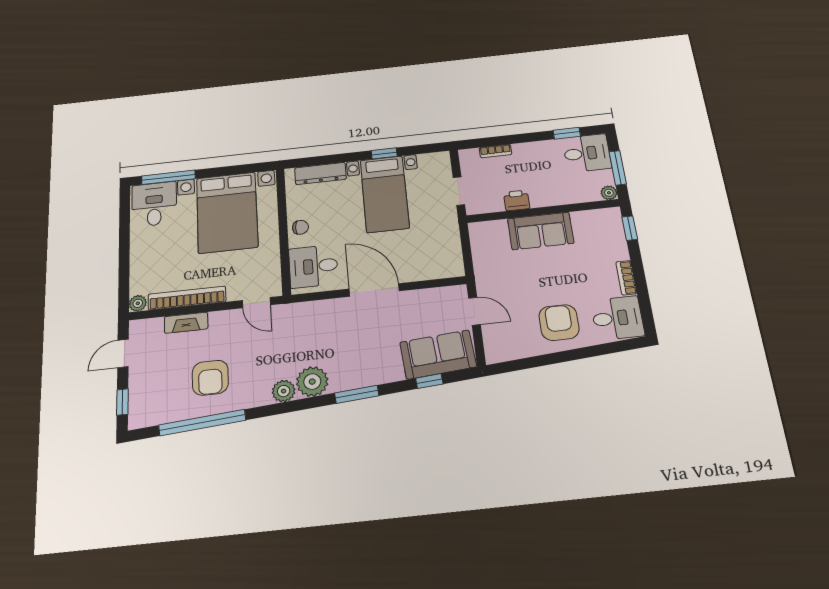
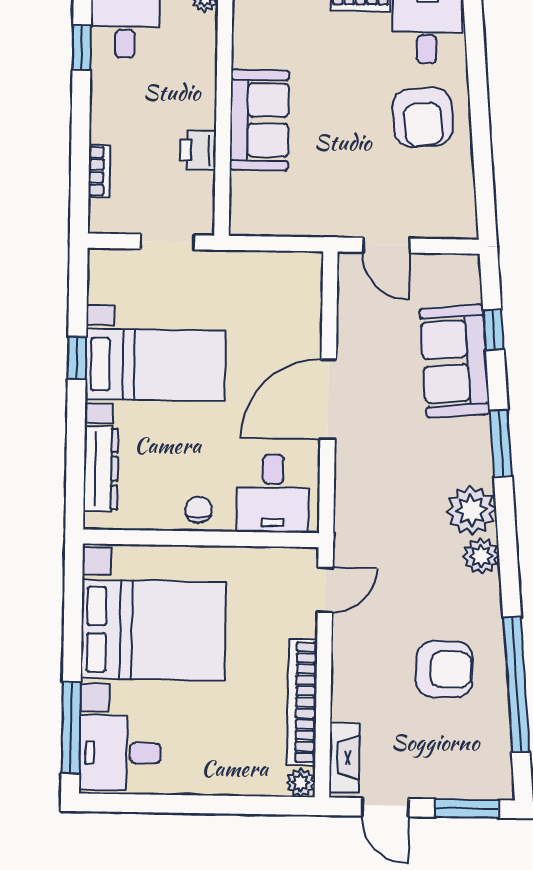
door: (474, 311) -> (386, 245), swing flipped
fireplace: (186, 323) -> (344, 758), moved
armchair: (559, 323) -> (423, 117), turned -95
sofa: (438, 355) -> (455, 361), moved
window: (122, 402) -> (467, 809), width x1.50

